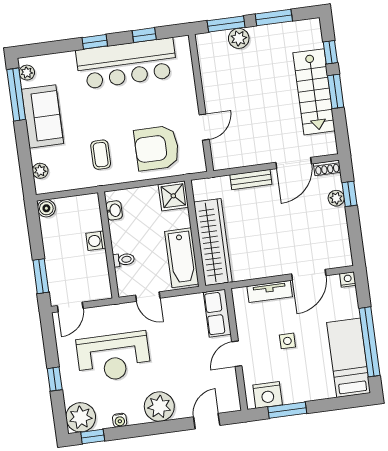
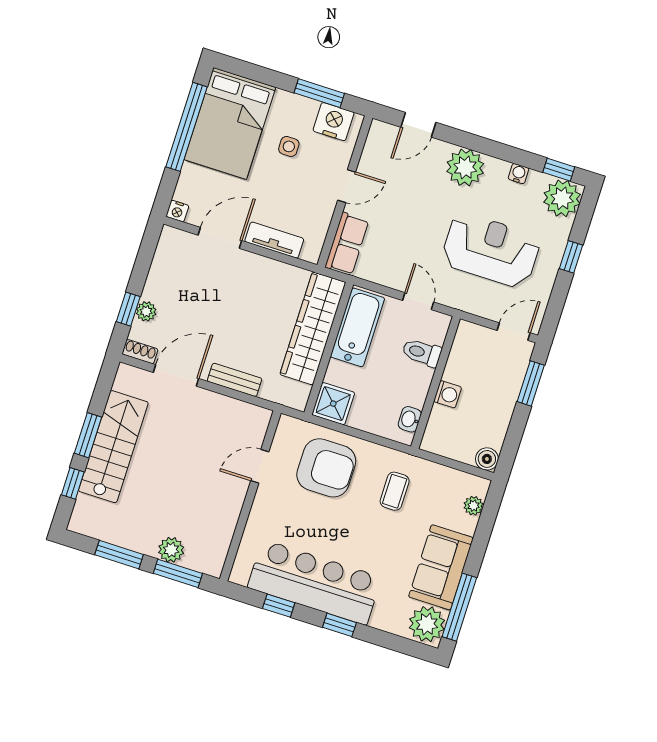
plant: (27, 73) -> (427, 624), width x1.88, depth x1.88
toilet: (124, 260) -> (422, 353), width x1.37, depth x1.39
side table: (287, 341) -> (289, 146), moved
bed: (349, 358) -> (230, 123), width x1.50

